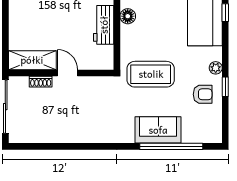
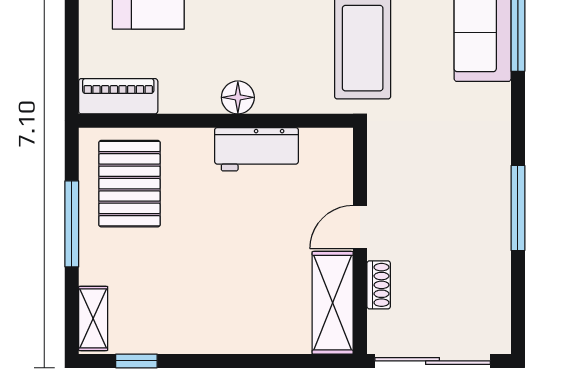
window: (76, 146) -> (518, 208), added

